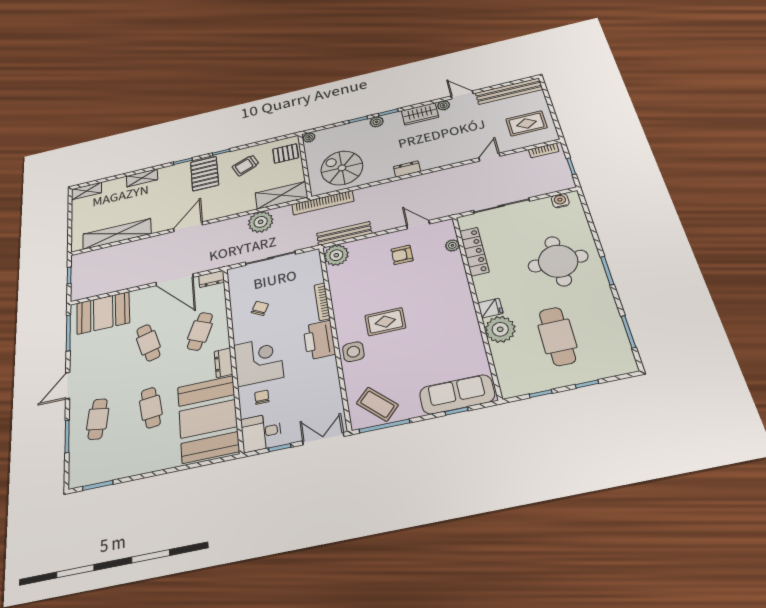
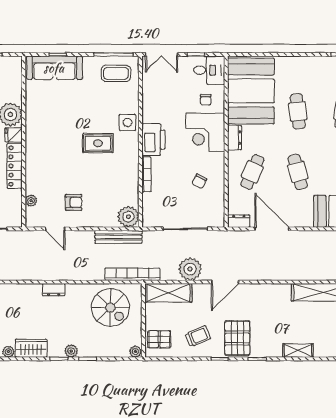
door: (188, 227) -> (225, 282), moved
locker: (474, 251) -> (15, 166), moved
coffee table: (377, 404) -> (116, 73), turned -44

